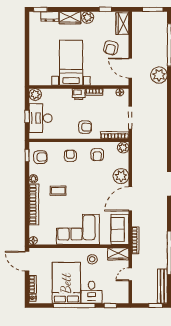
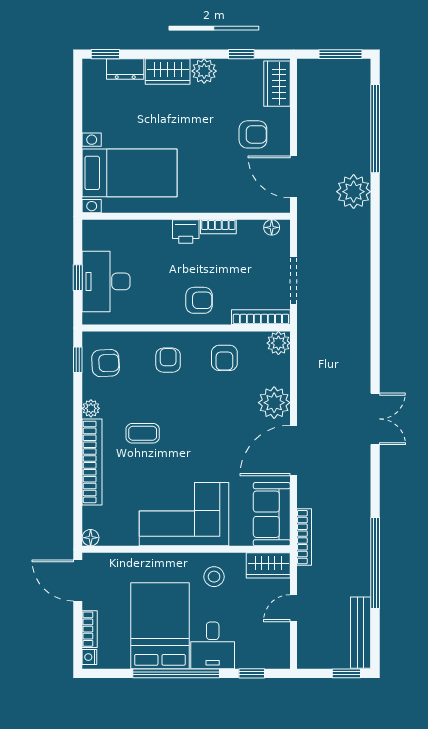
armchair: (111, 48) -> (253, 134), turned -104
bed with nightstands: (71, 63) -> (130, 173), moved, turned 90
plant: (35, 95) -> (95, 232), removed

